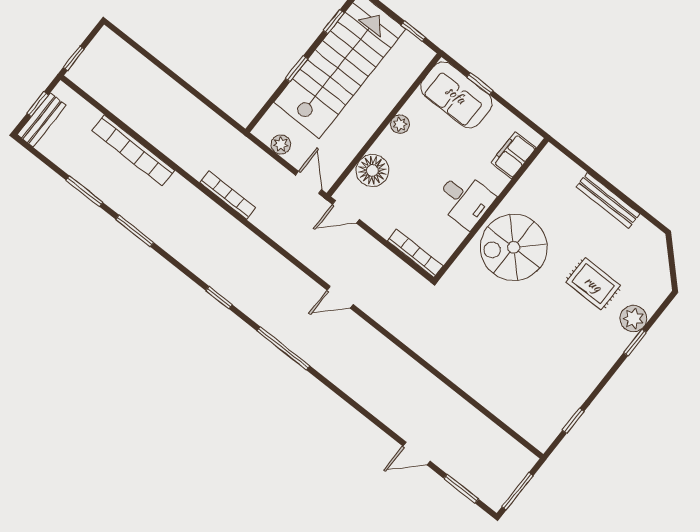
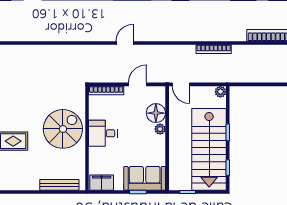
plant: (400, 124) -> (160, 129), moved
plant: (281, 144) -> (220, 92), moved
filing cabinet: (513, 155) -> (102, 183), moved, turned -90
bench: (608, 200) -> (59, 185), moved
door: (346, 212) -> (137, 84), moved

